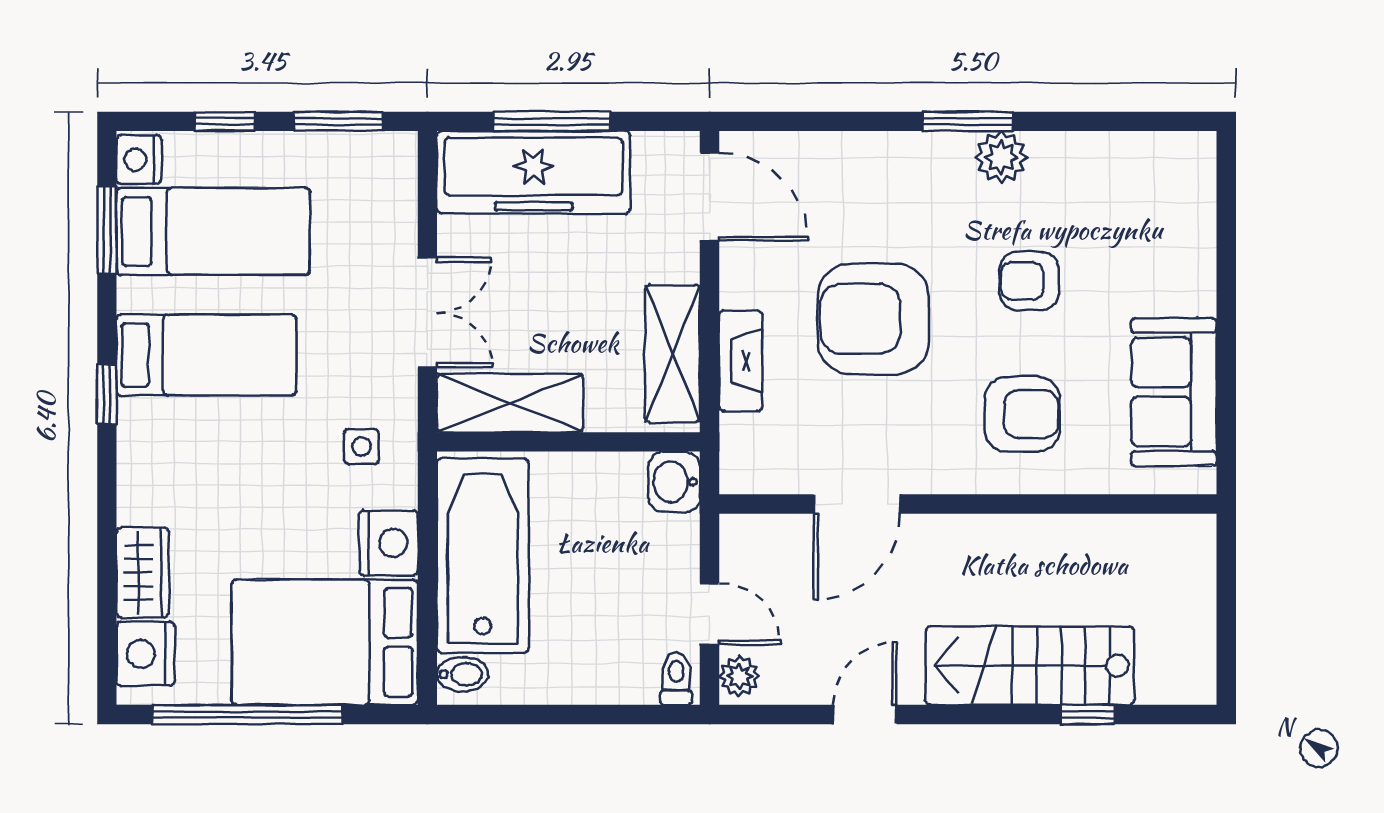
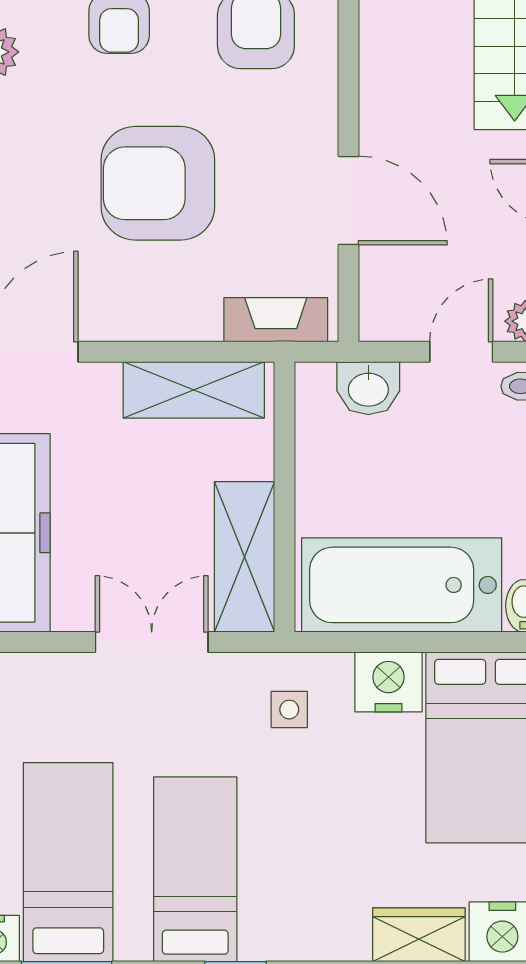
armchair: (873, 319) -> (158, 183), turned 90
fireplace: (741, 361) -> (276, 320), moved
washbasin: (674, 482) -> (368, 388), moved

